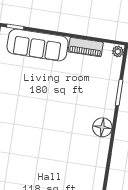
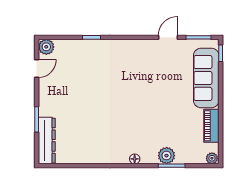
plant: (108, 96) -> (167, 156), added
floor lamp: (102, 127) -> (135, 159), width x0.53, depth x0.53

